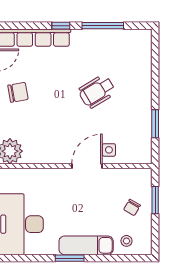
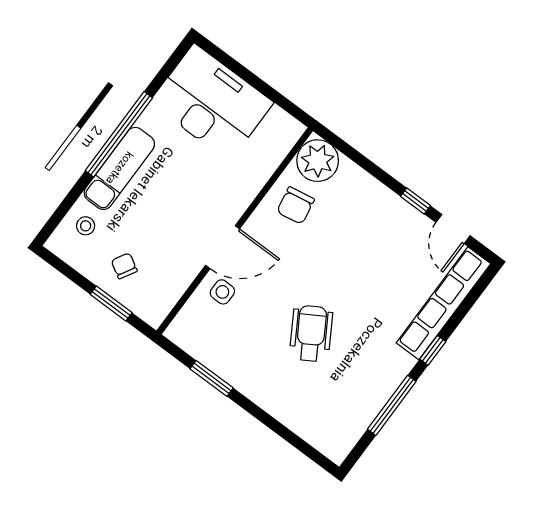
chair: (18, 92) -> (296, 205), moved
door: (87, 166) -> (223, 247), hinge flipped
window: (70, 258) -> (119, 134), width x2.11

